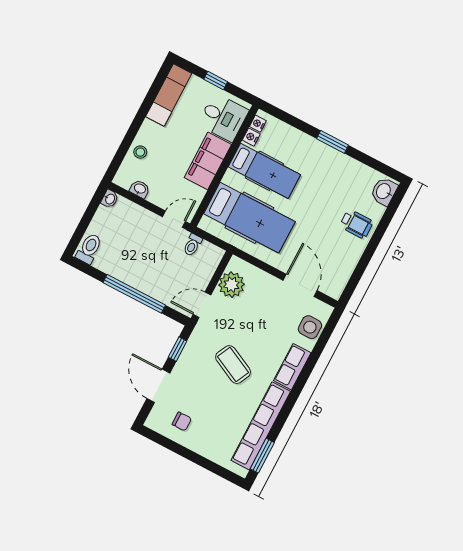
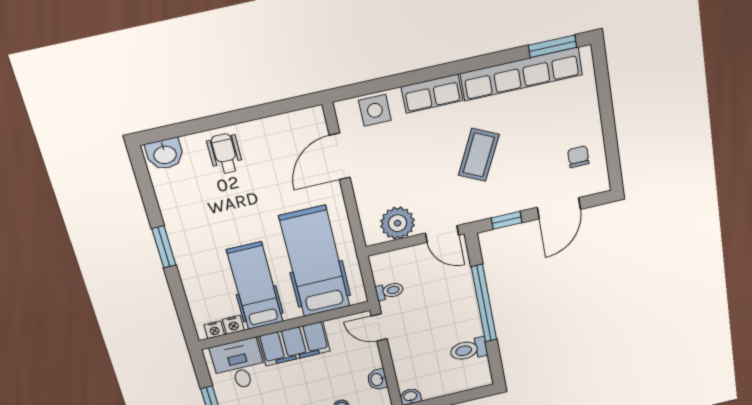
toilet: (89, 249) -> (469, 350), moved

